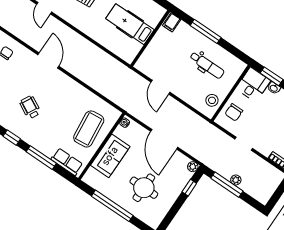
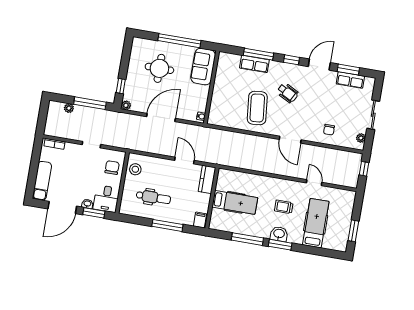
kitchen counter: (147, 59) -> (207, 179), added
dental chair: (207, 65) -> (153, 197), turned 180
coffee table: (89, 129) -> (257, 108), moved
door: (164, 139) -> (161, 118), hinge flipped
sofa: (110, 156) -> (203, 67), moved
row of seats: (67, 162) -> (254, 64), moved
plant: (236, 180) -> (69, 108), moved

